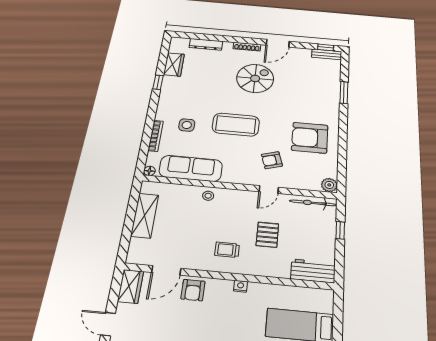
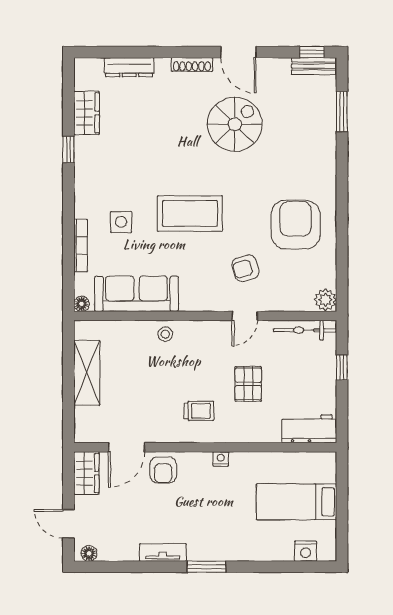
door: (278, 43) -> (238, 52), hinge flipped
spiral stairs: (255, 78) -> (235, 124), moved
window: (344, 92) -> (342, 111), moved
armchair: (310, 138) -> (296, 225), turned 90
trolley: (227, 250) -> (199, 411), turned 180

